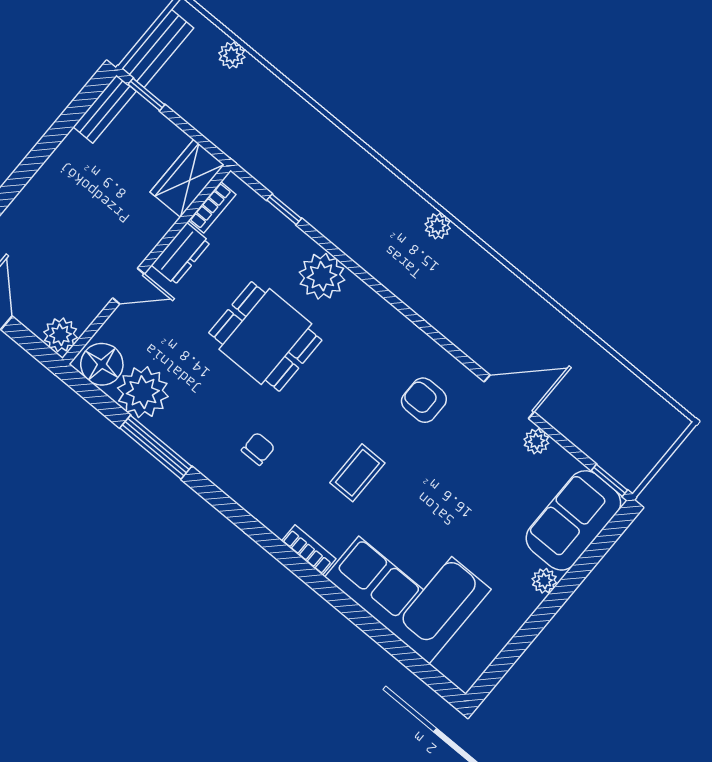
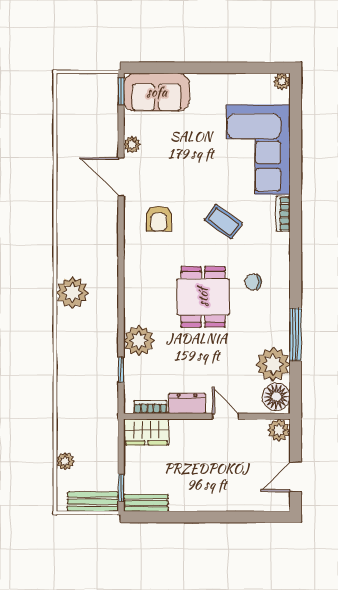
plant: (438, 226) -> (72, 293), width x1.87, depth x1.87
plant: (322, 276) -> (139, 341), moved
dining table: (265, 336) -> (203, 297), moved
coffee table: (357, 473) -> (223, 222), turned 36
plant: (544, 581) -> (282, 82), moved

